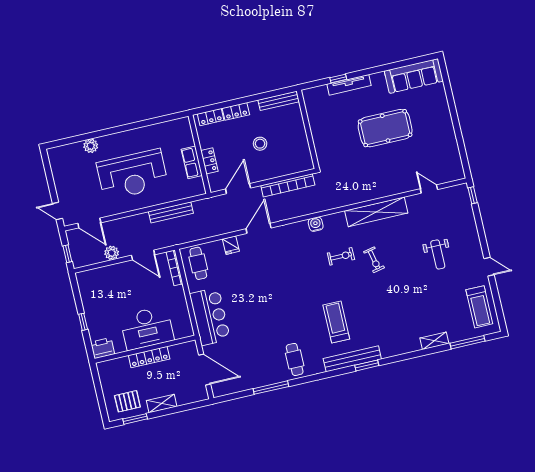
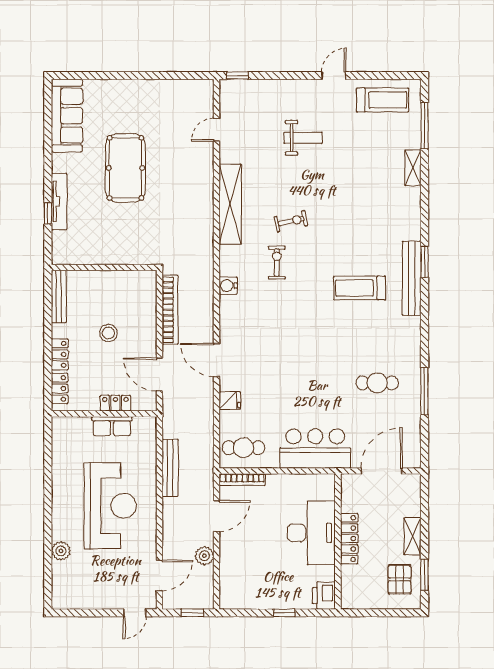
cafe table: (295, 359) -> (377, 383), moved

